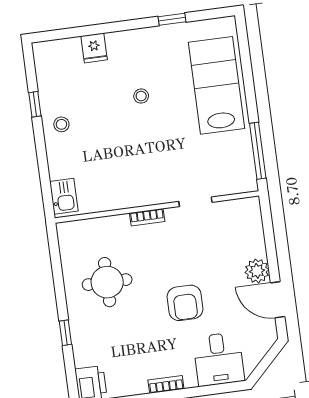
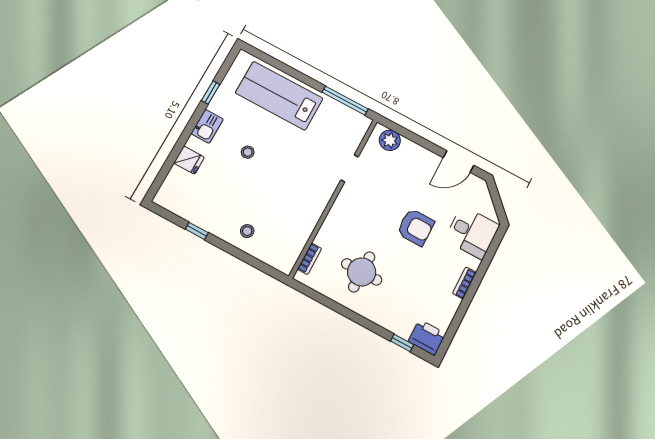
stool: (61, 124) -> (247, 231), moved
kitchen sink: (64, 196) -> (207, 126), moved, turned 90
bookcase: (147, 217) -> (310, 259), moved
plant: (257, 271) -> (390, 140), moved
window: (65, 333) -> (402, 343), moved

